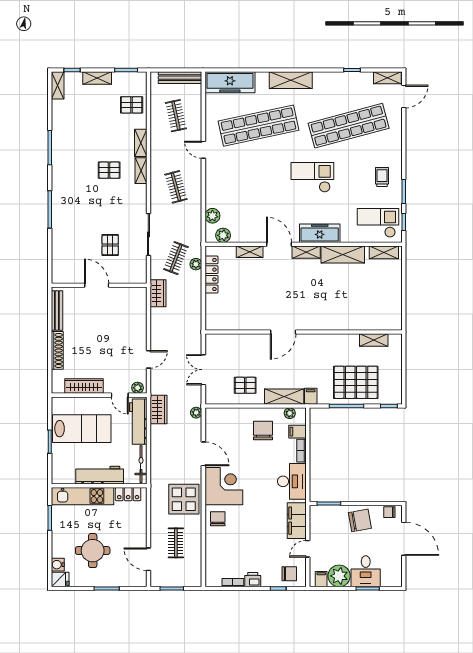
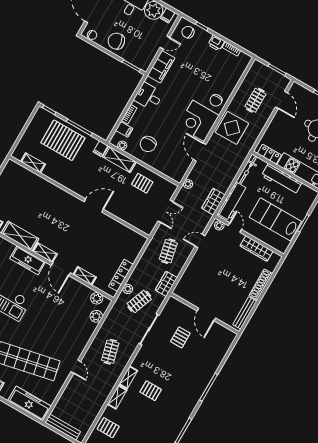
clothes rail: (176, 116) -> (168, 251), moved
desk: (292, 481) -> (149, 96), width x0.73

